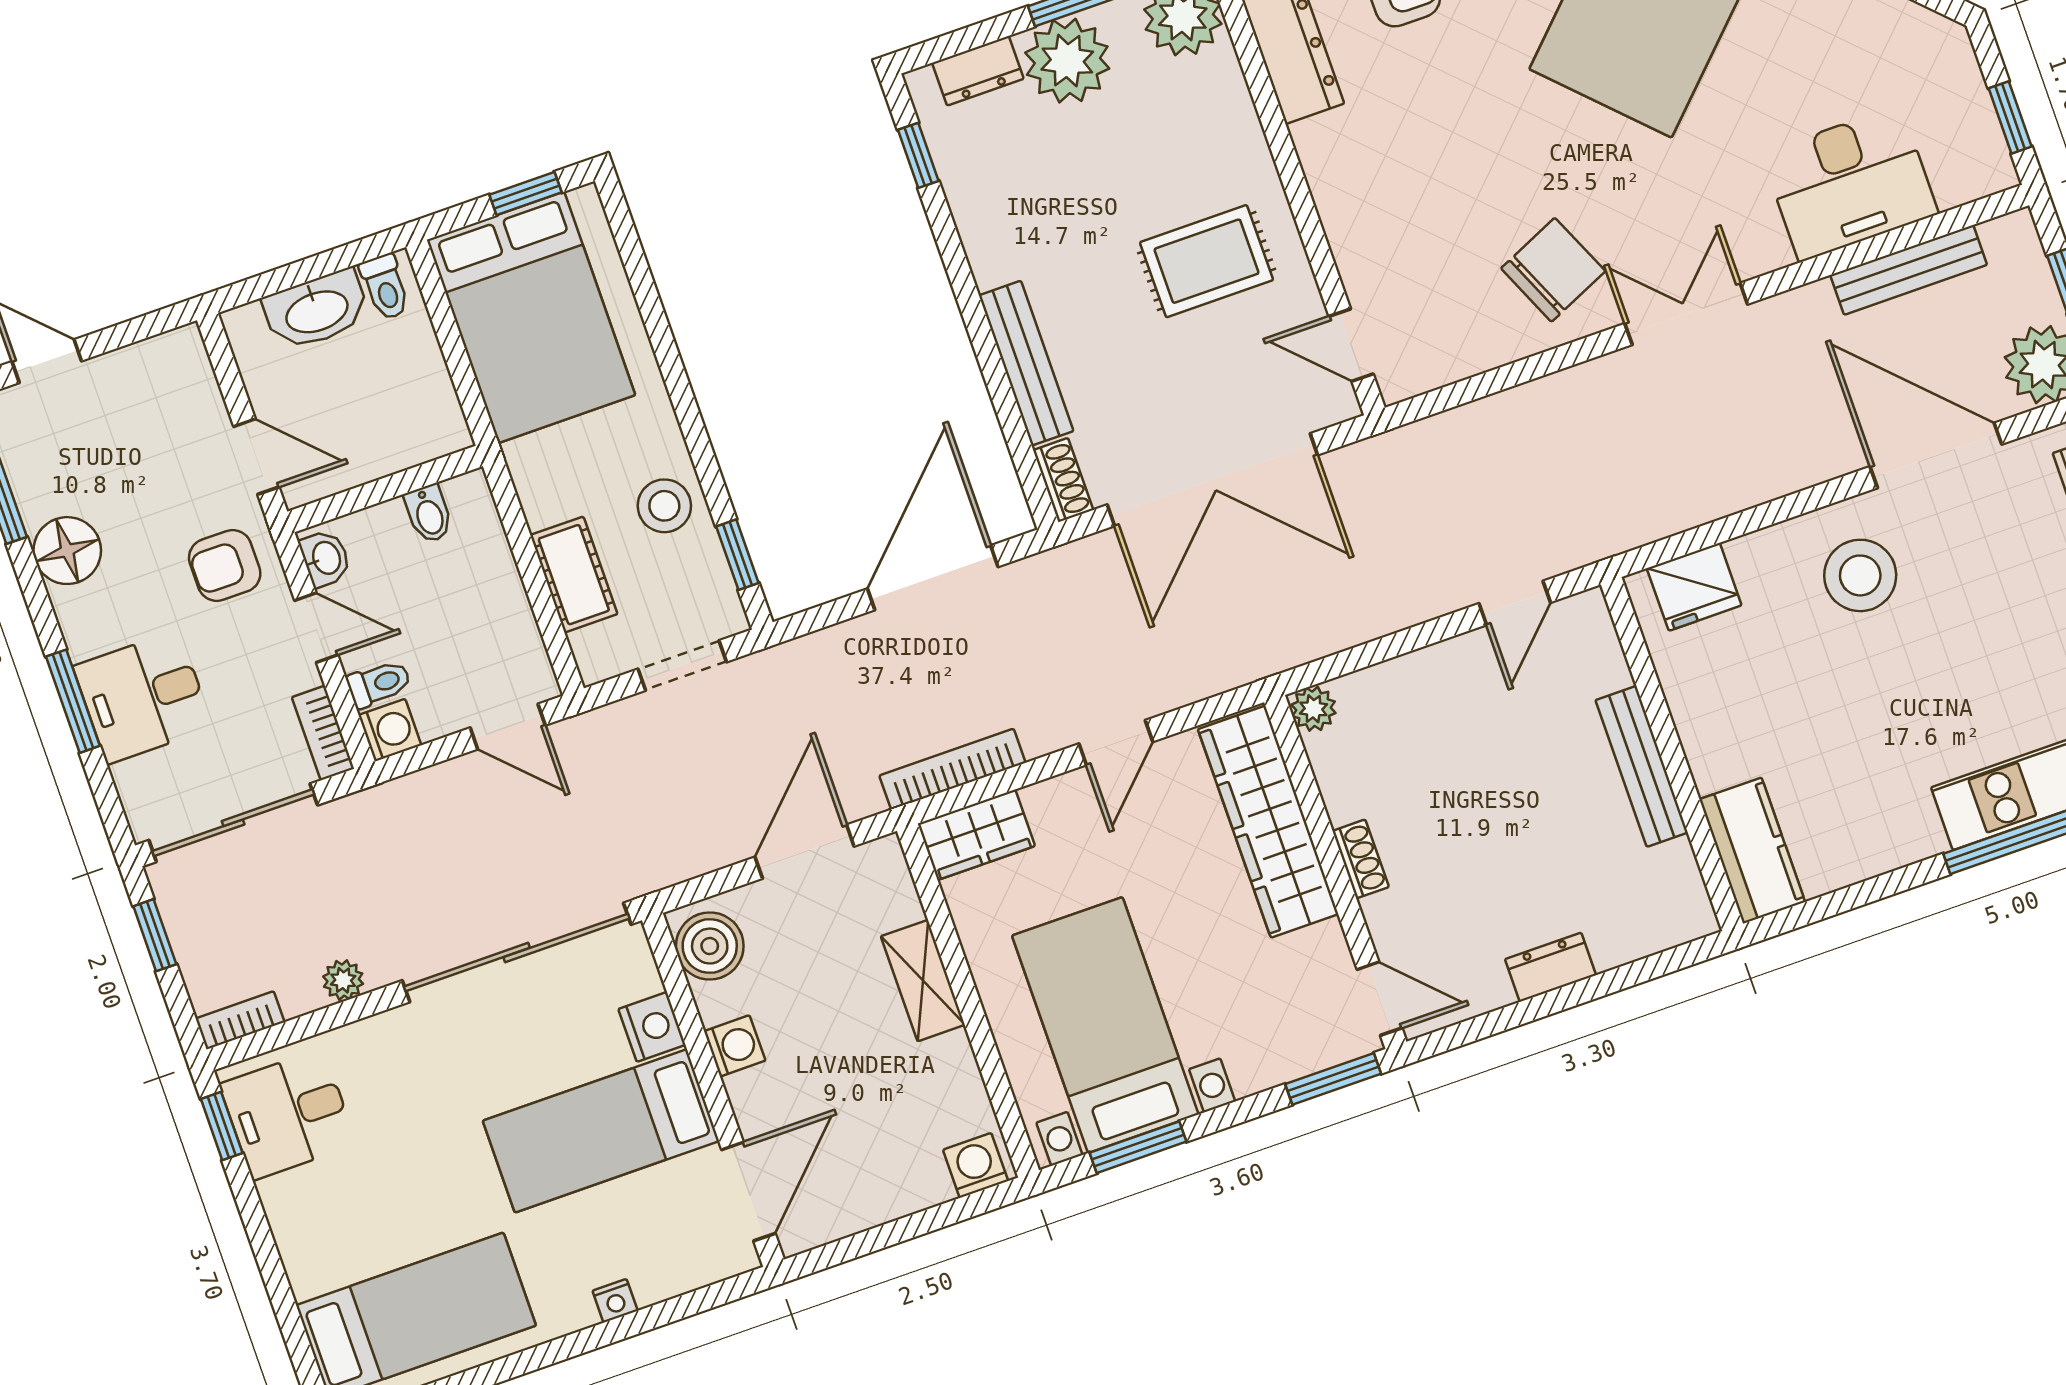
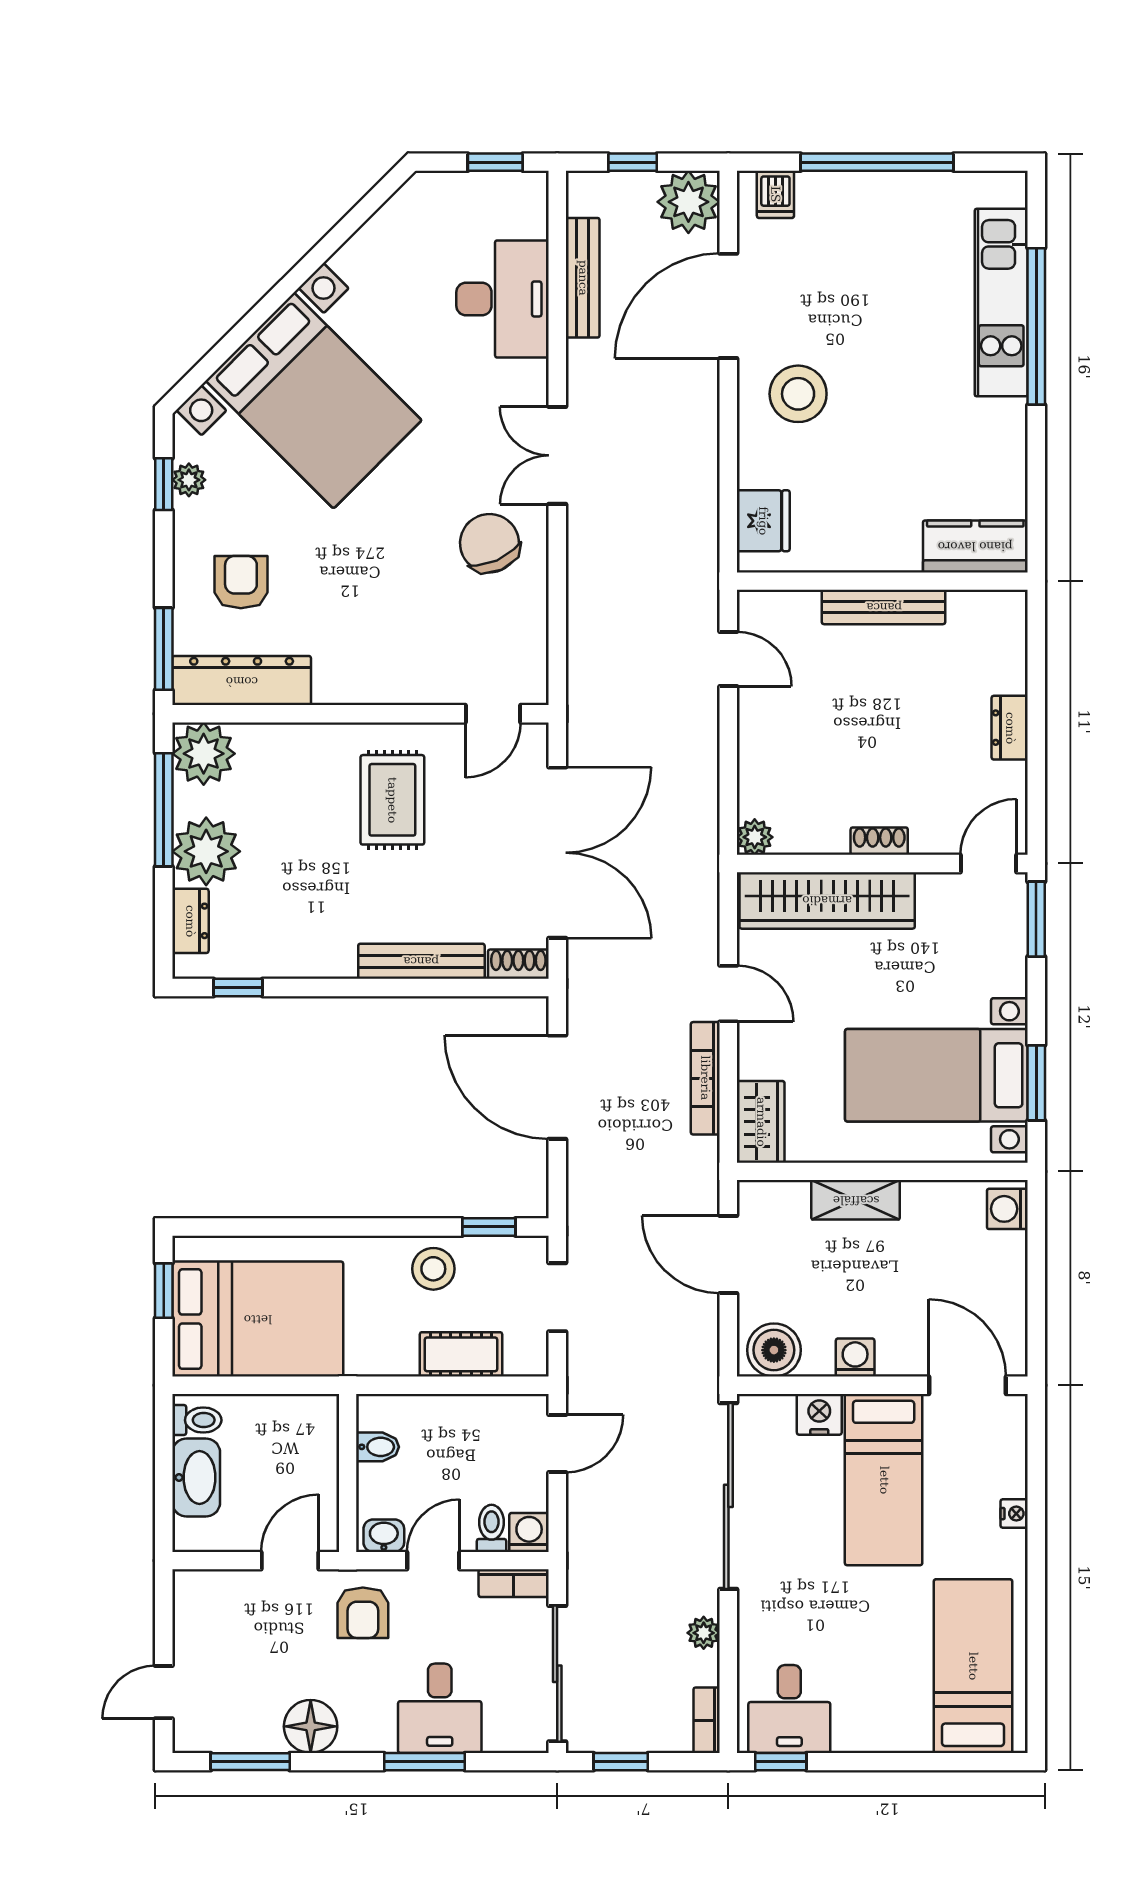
bookcase: (952, 769) -> (705, 1078), moved

